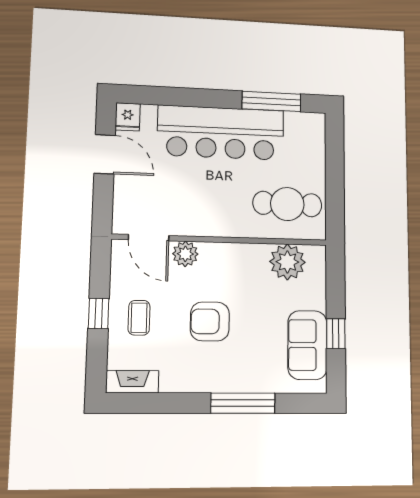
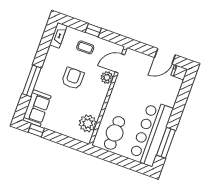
bar counter: (221, 133) -> (151, 133), moved
window: (336, 334) -> (36, 130), moved
sofa: (307, 345) -> (37, 108), moved, turned 90

